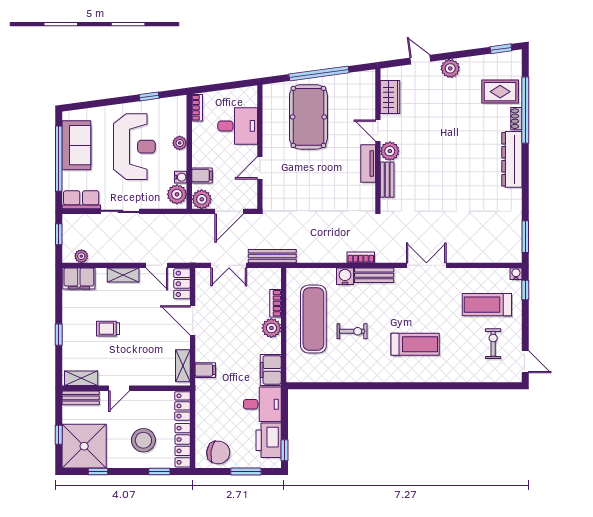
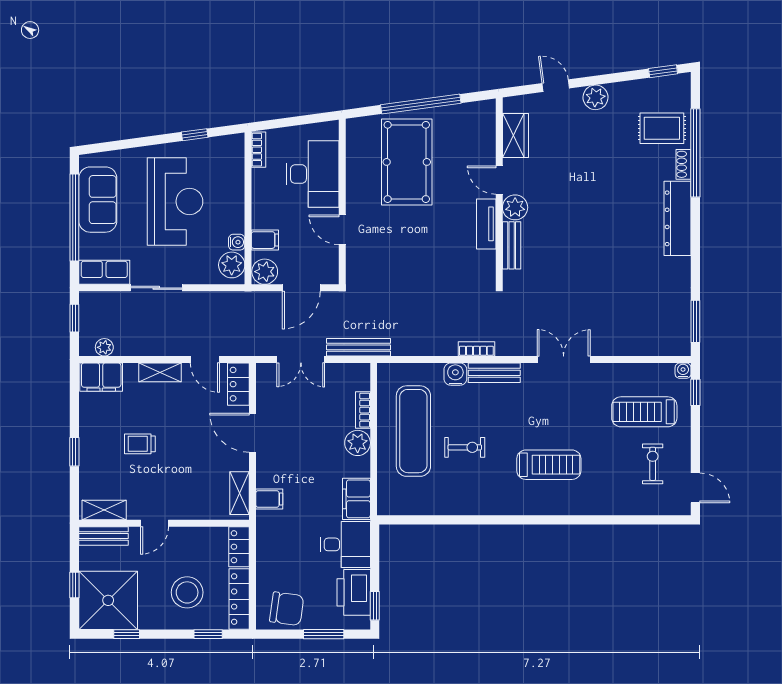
desk: (238, 126) -> (313, 174), width x1.37
plant: (180, 143) -> (235, 197), removed
door: (260, 168) -> (342, 230), hinge flipped

